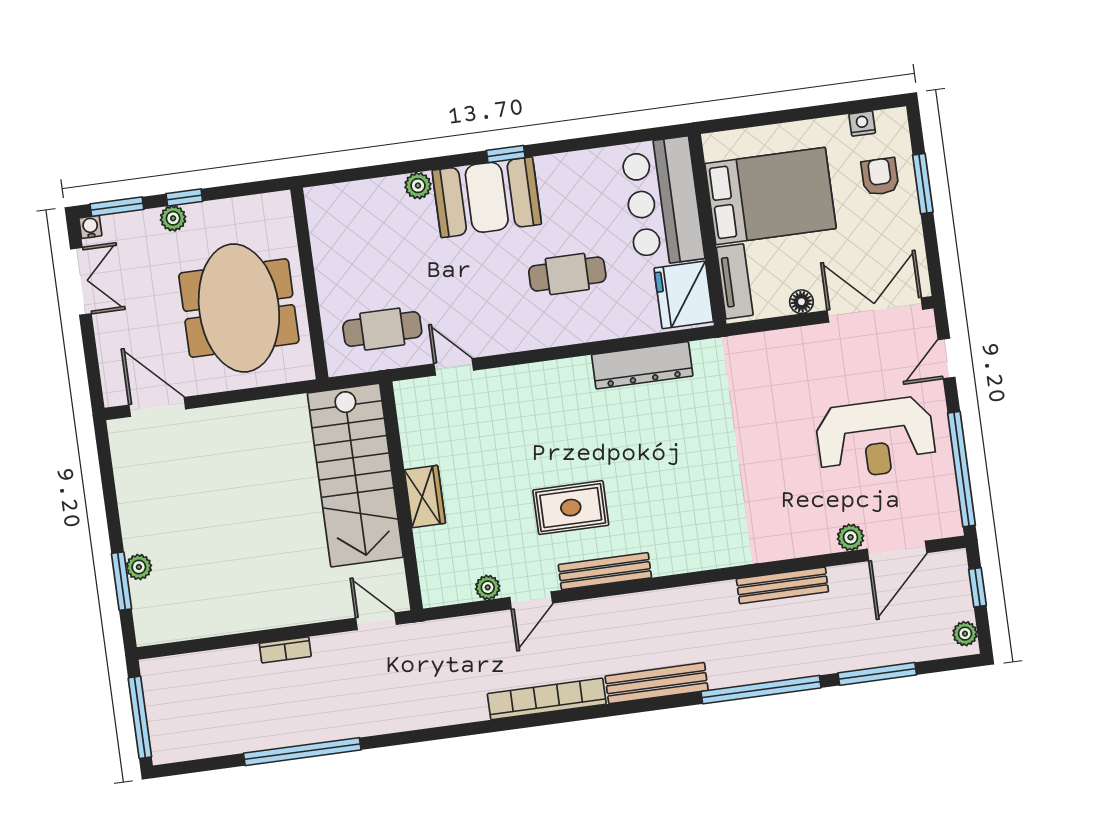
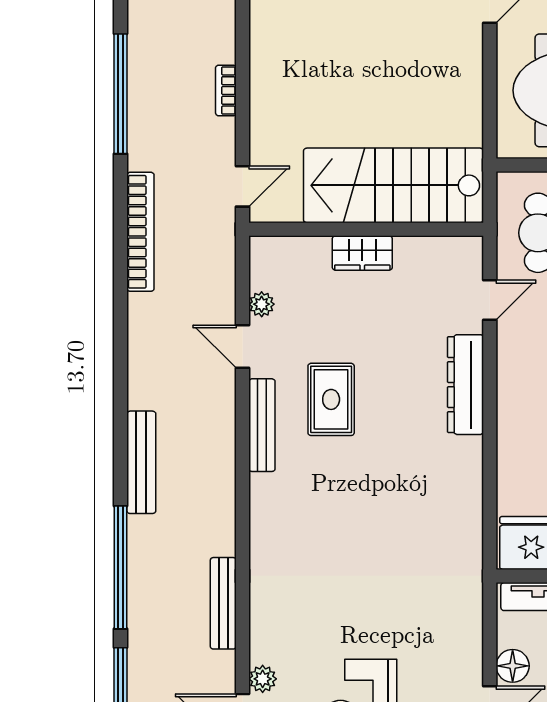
floor lamp: (801, 302) -> (513, 666), width x1.37, depth x1.37
dresser: (642, 365) -> (465, 385), moved
bookcase: (547, 699) -> (140, 232), moved

